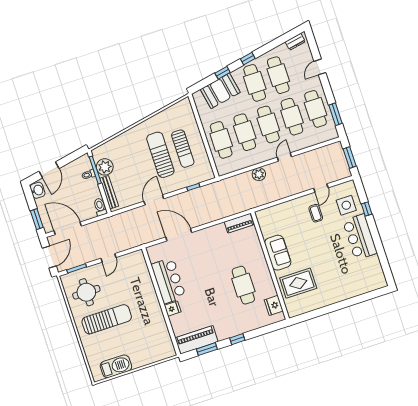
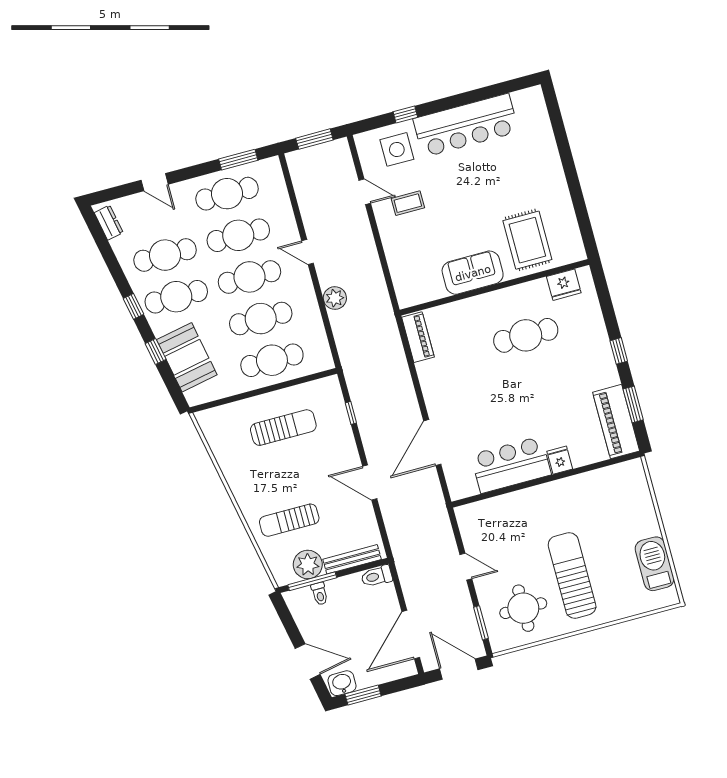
sun lounger: (160, 155) -> (289, 520), moved, width x0.73, depth x0.75
window: (37, 219) -> (363, 695), moved
bar counter: (360, 237) -> (466, 125), width x1.36

